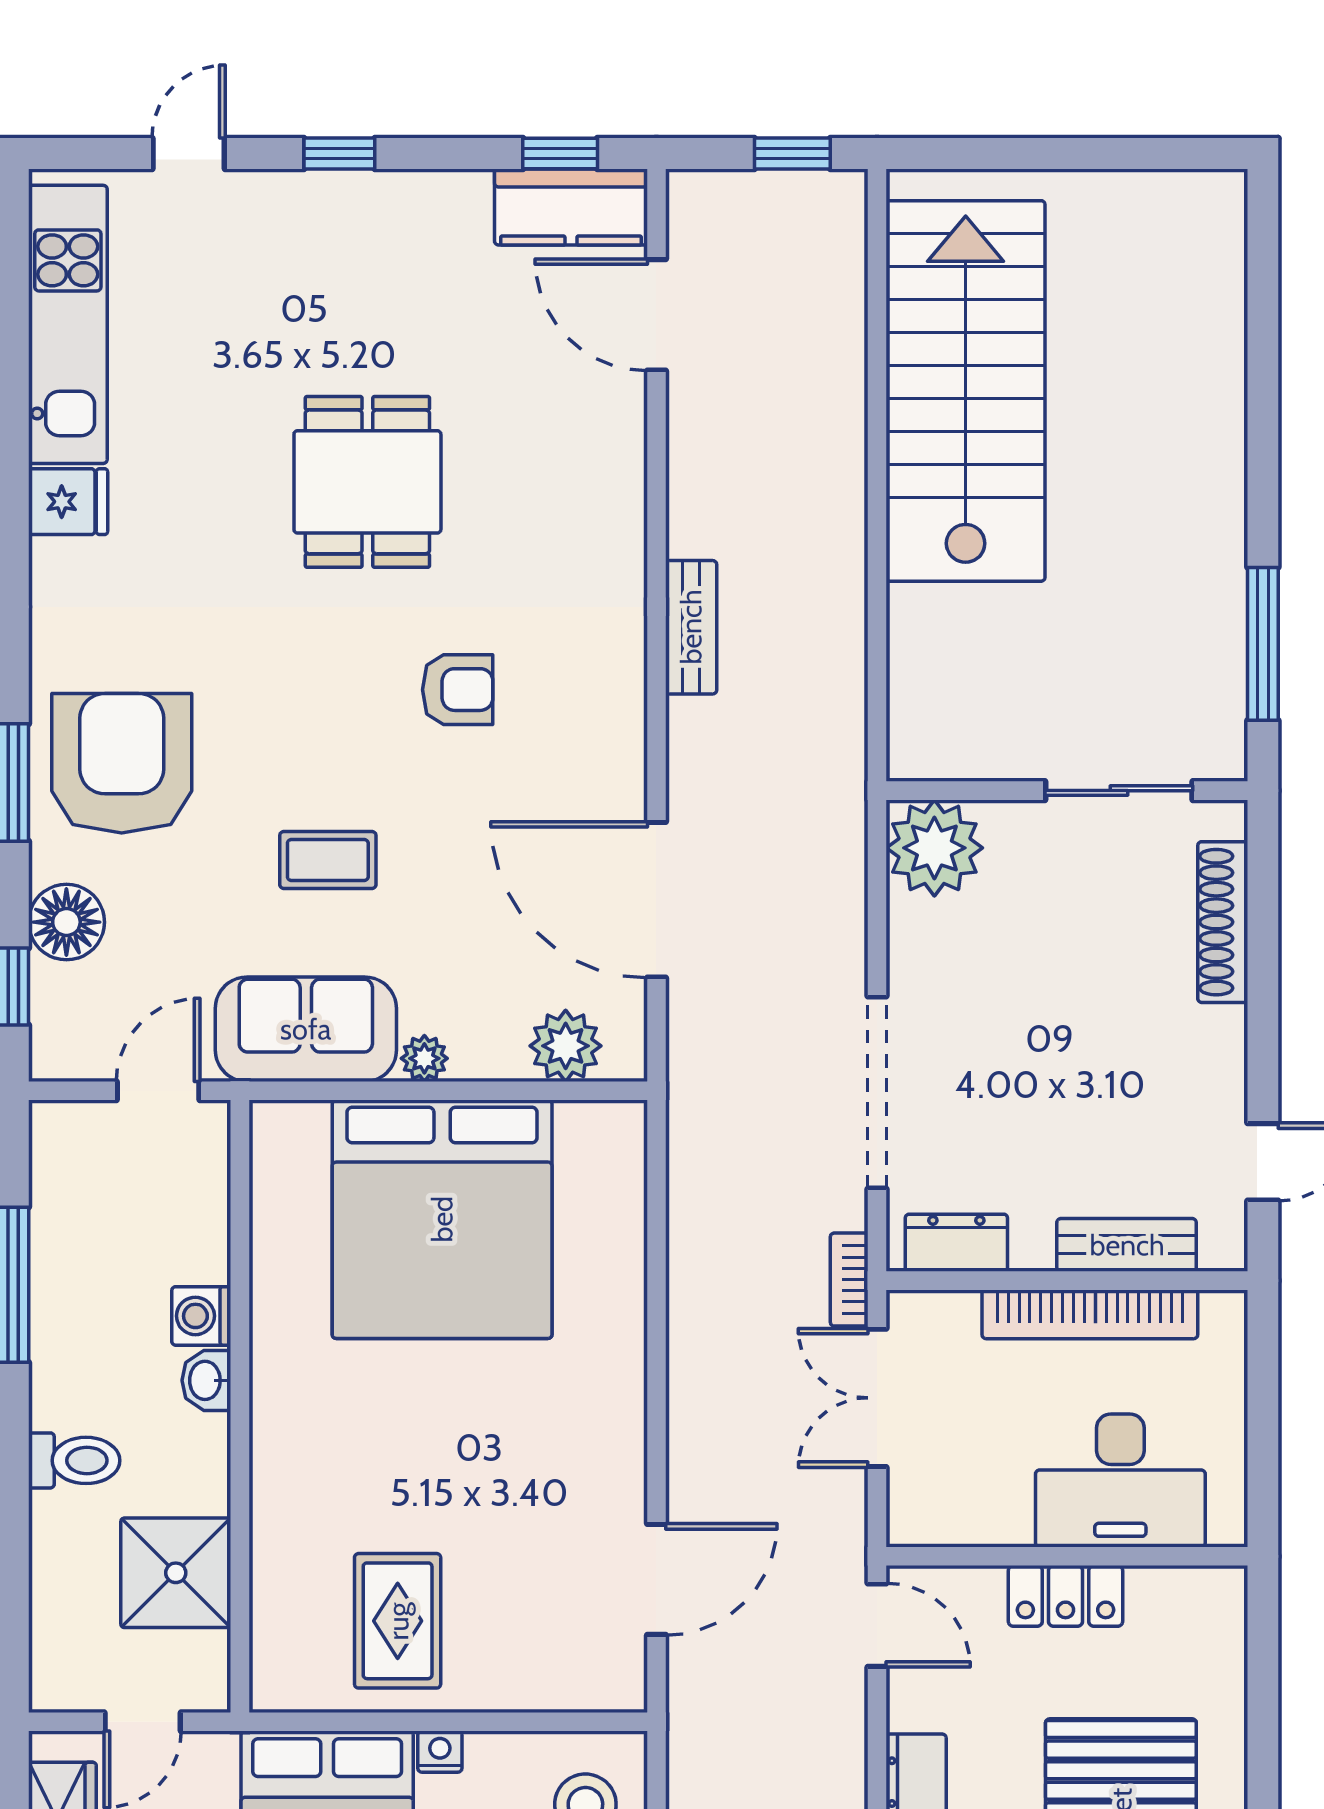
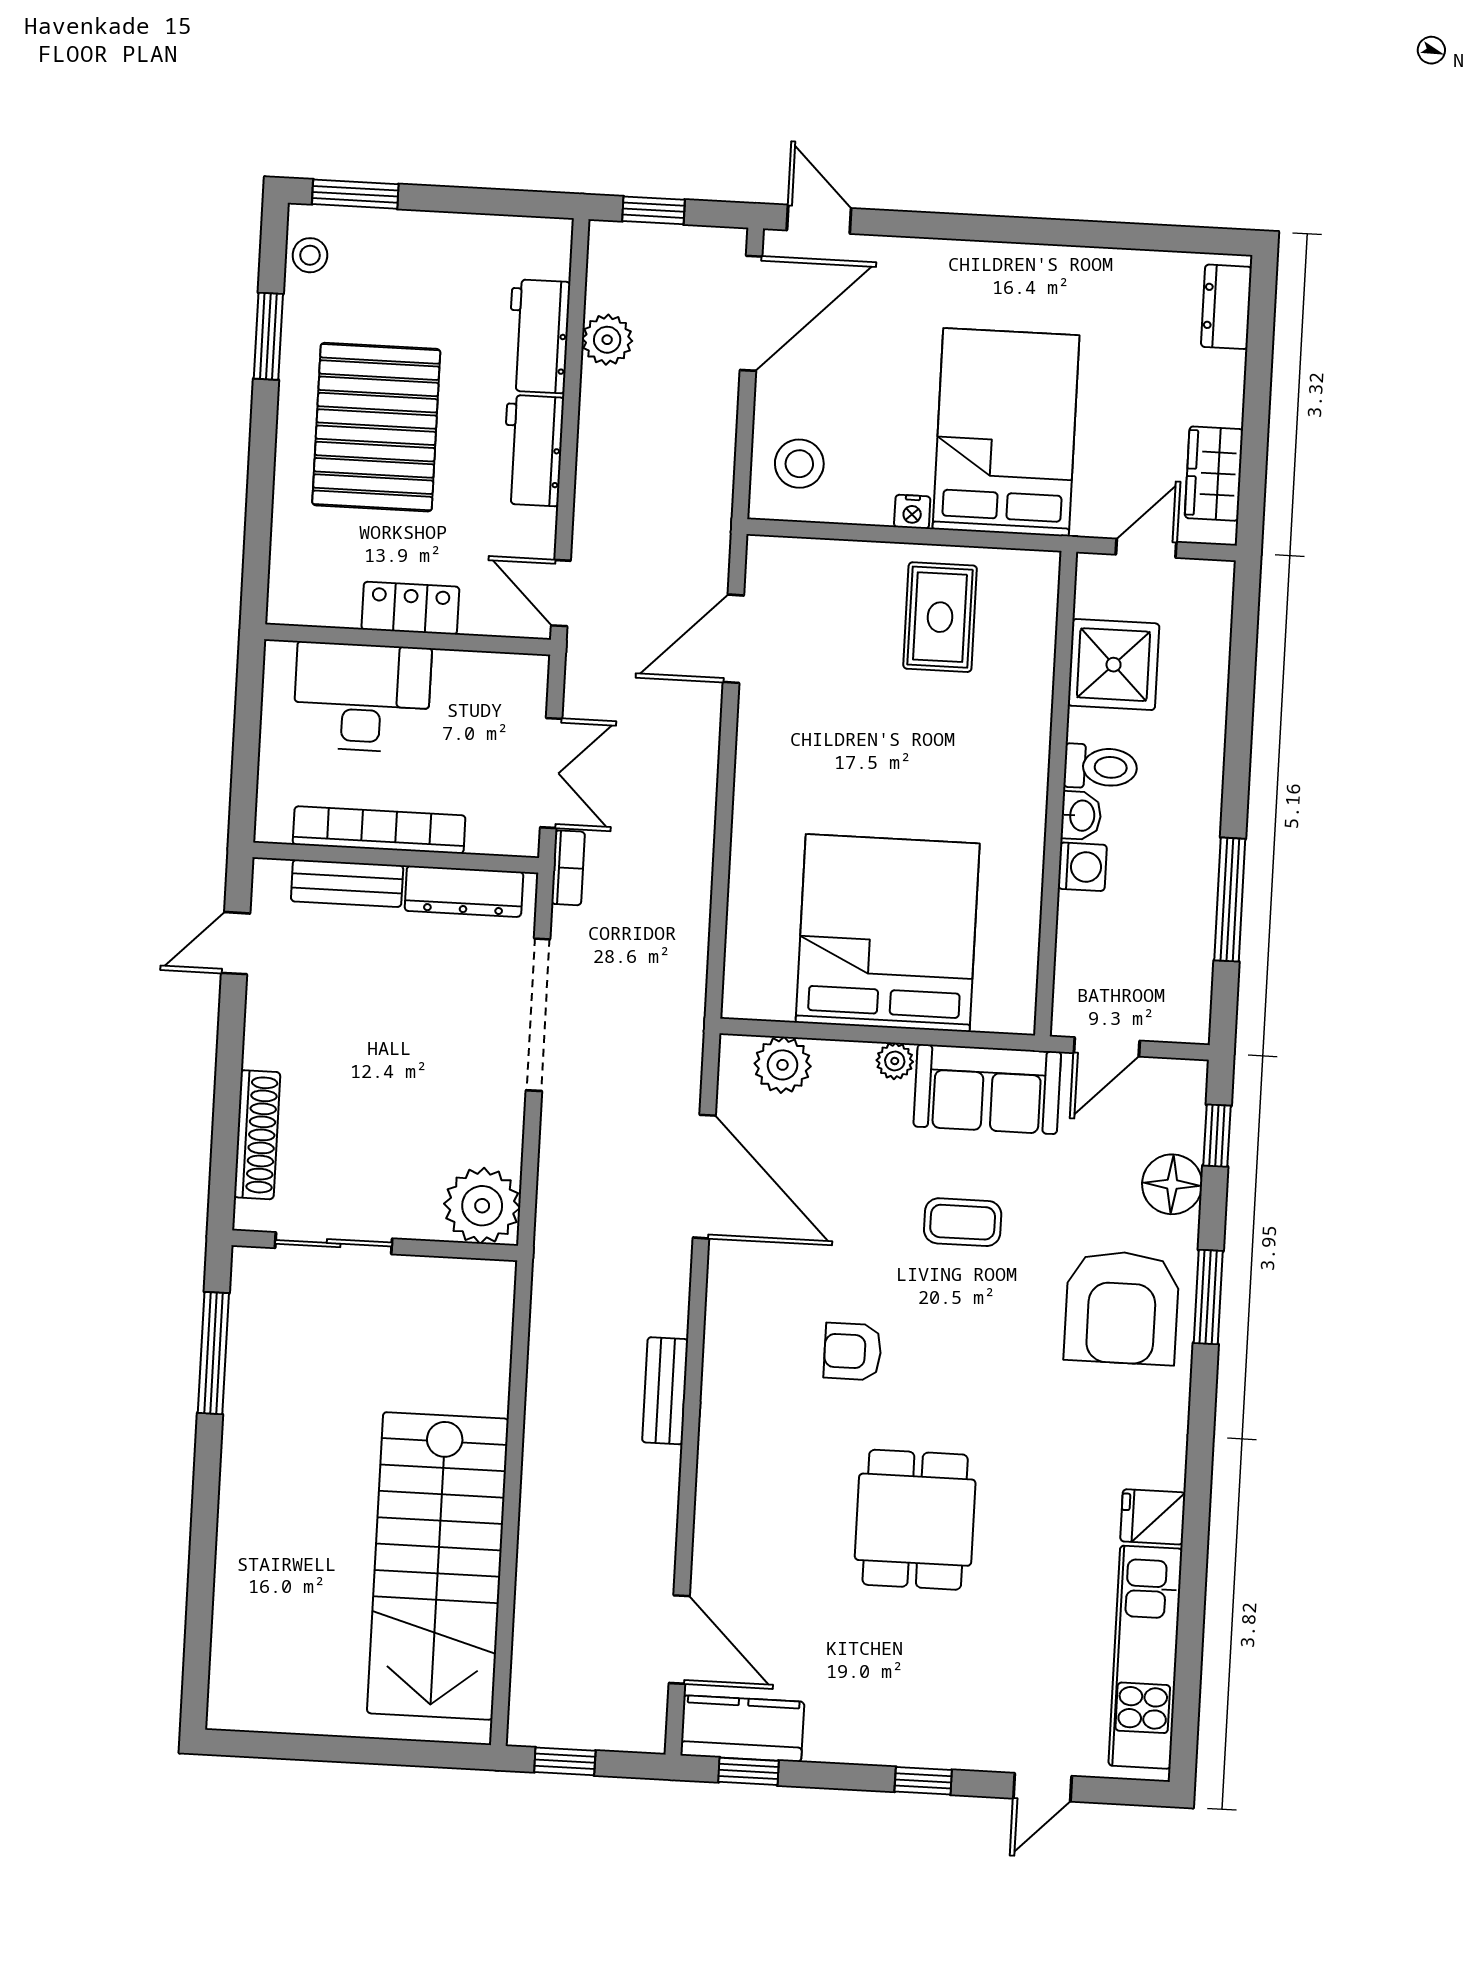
dresser: (956, 1243) -> (464, 891), width x1.44
toilet: (74, 1460) -> (1101, 767), moved, turned 180

